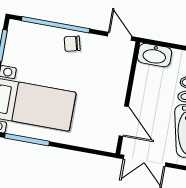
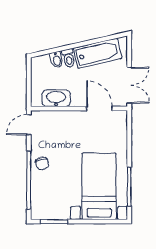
washbasin: (155, 55) -> (56, 98), moved, turned -90
door: (124, 121) -> (99, 109), hinge flipped

